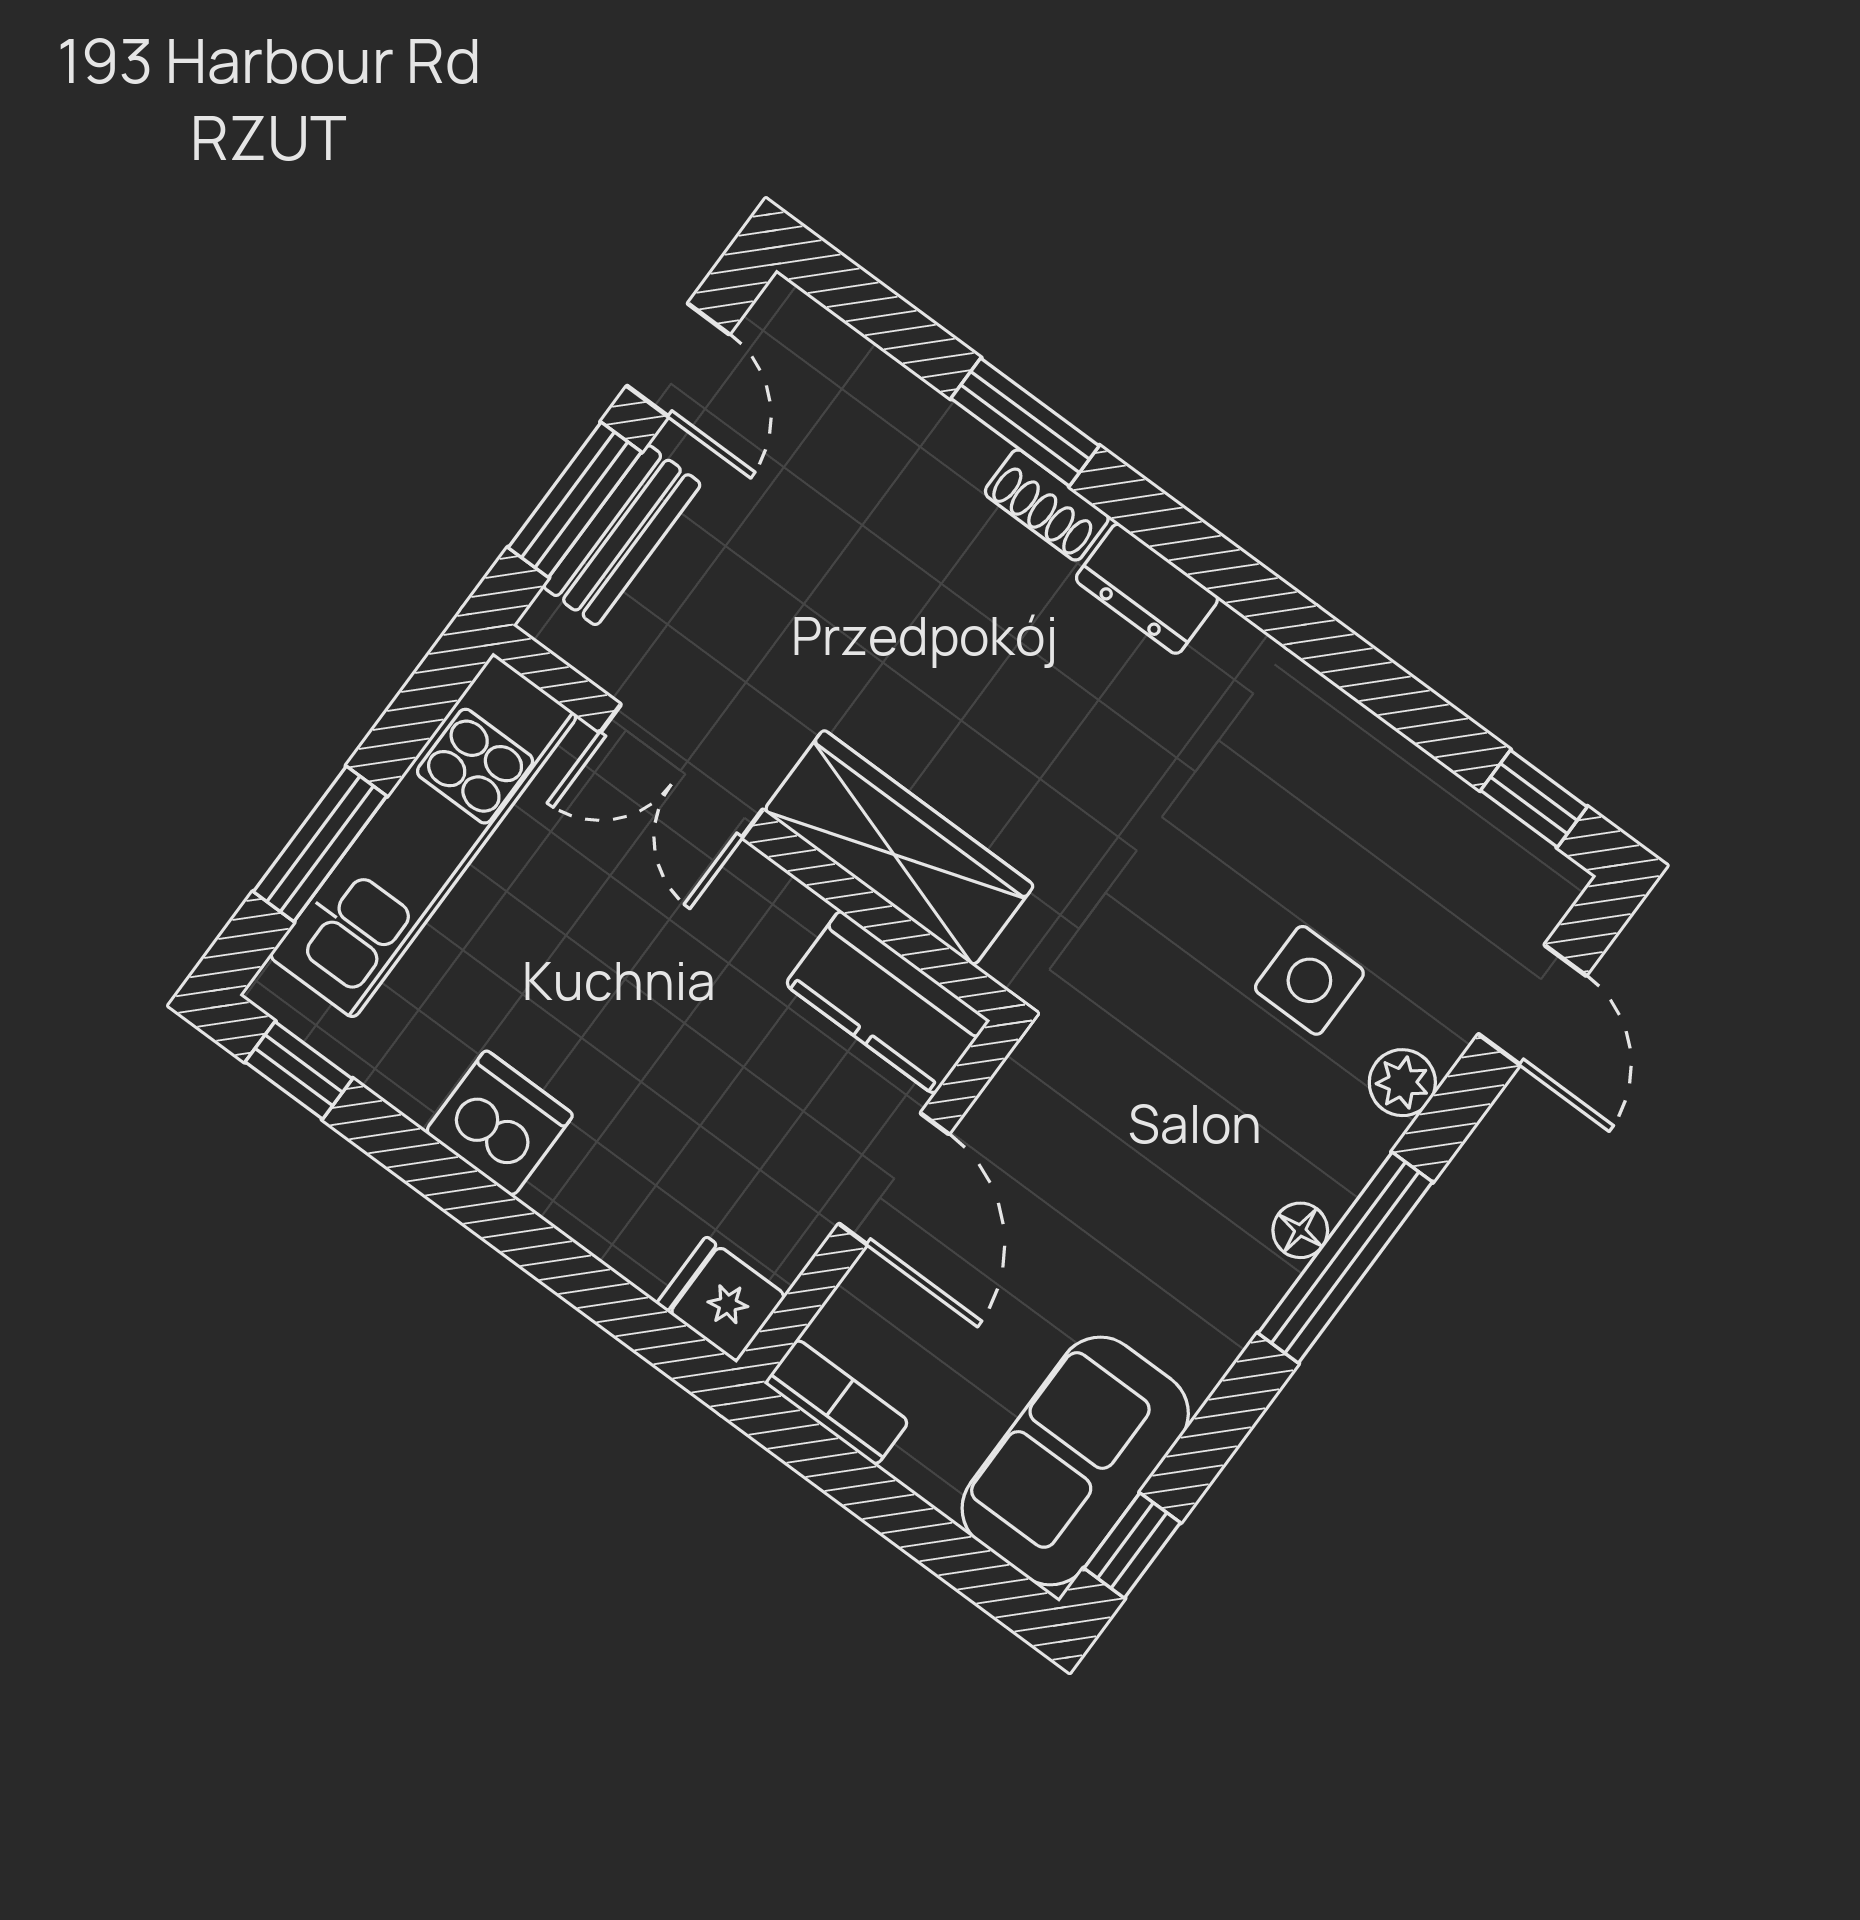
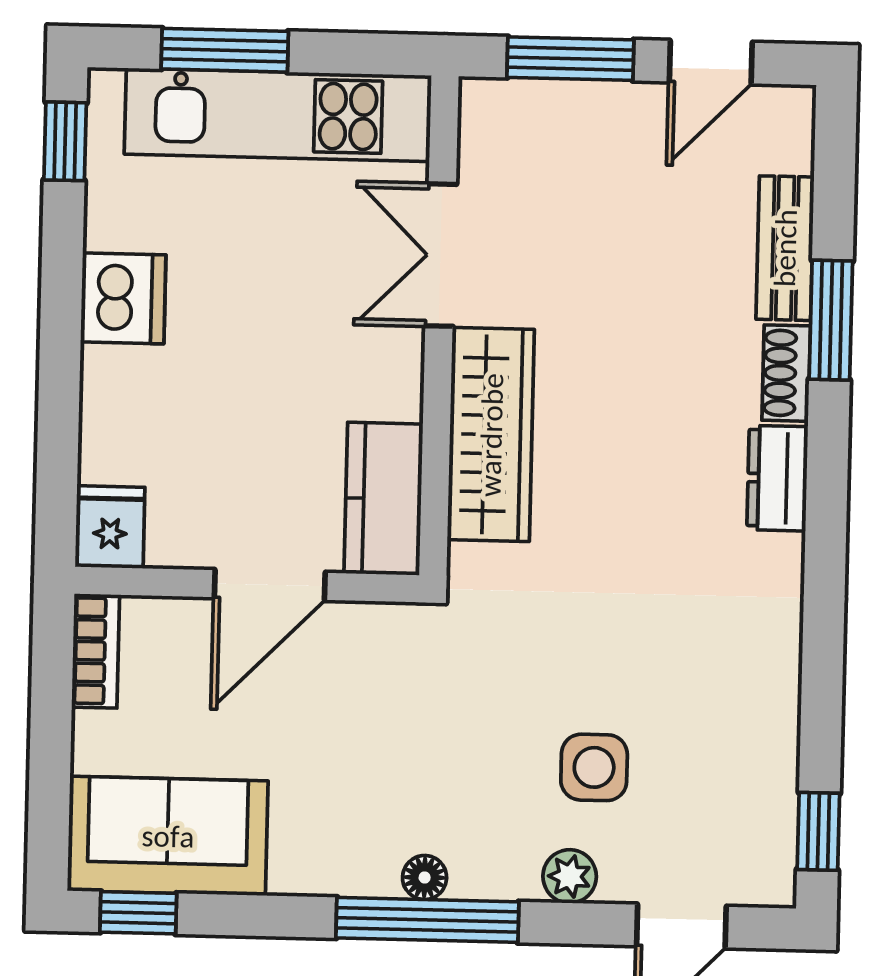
bench: (622, 535) -> (785, 248), moved, turned 90

